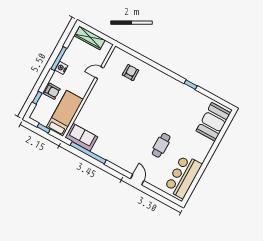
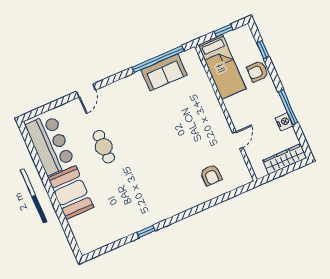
nightstand: (61, 68) -> (284, 122), moved
booth: (213, 122) -> (71, 192), moved
sofa: (81, 137) -> (164, 72), moved
door: (137, 180) -> (86, 91), hinge flipped

